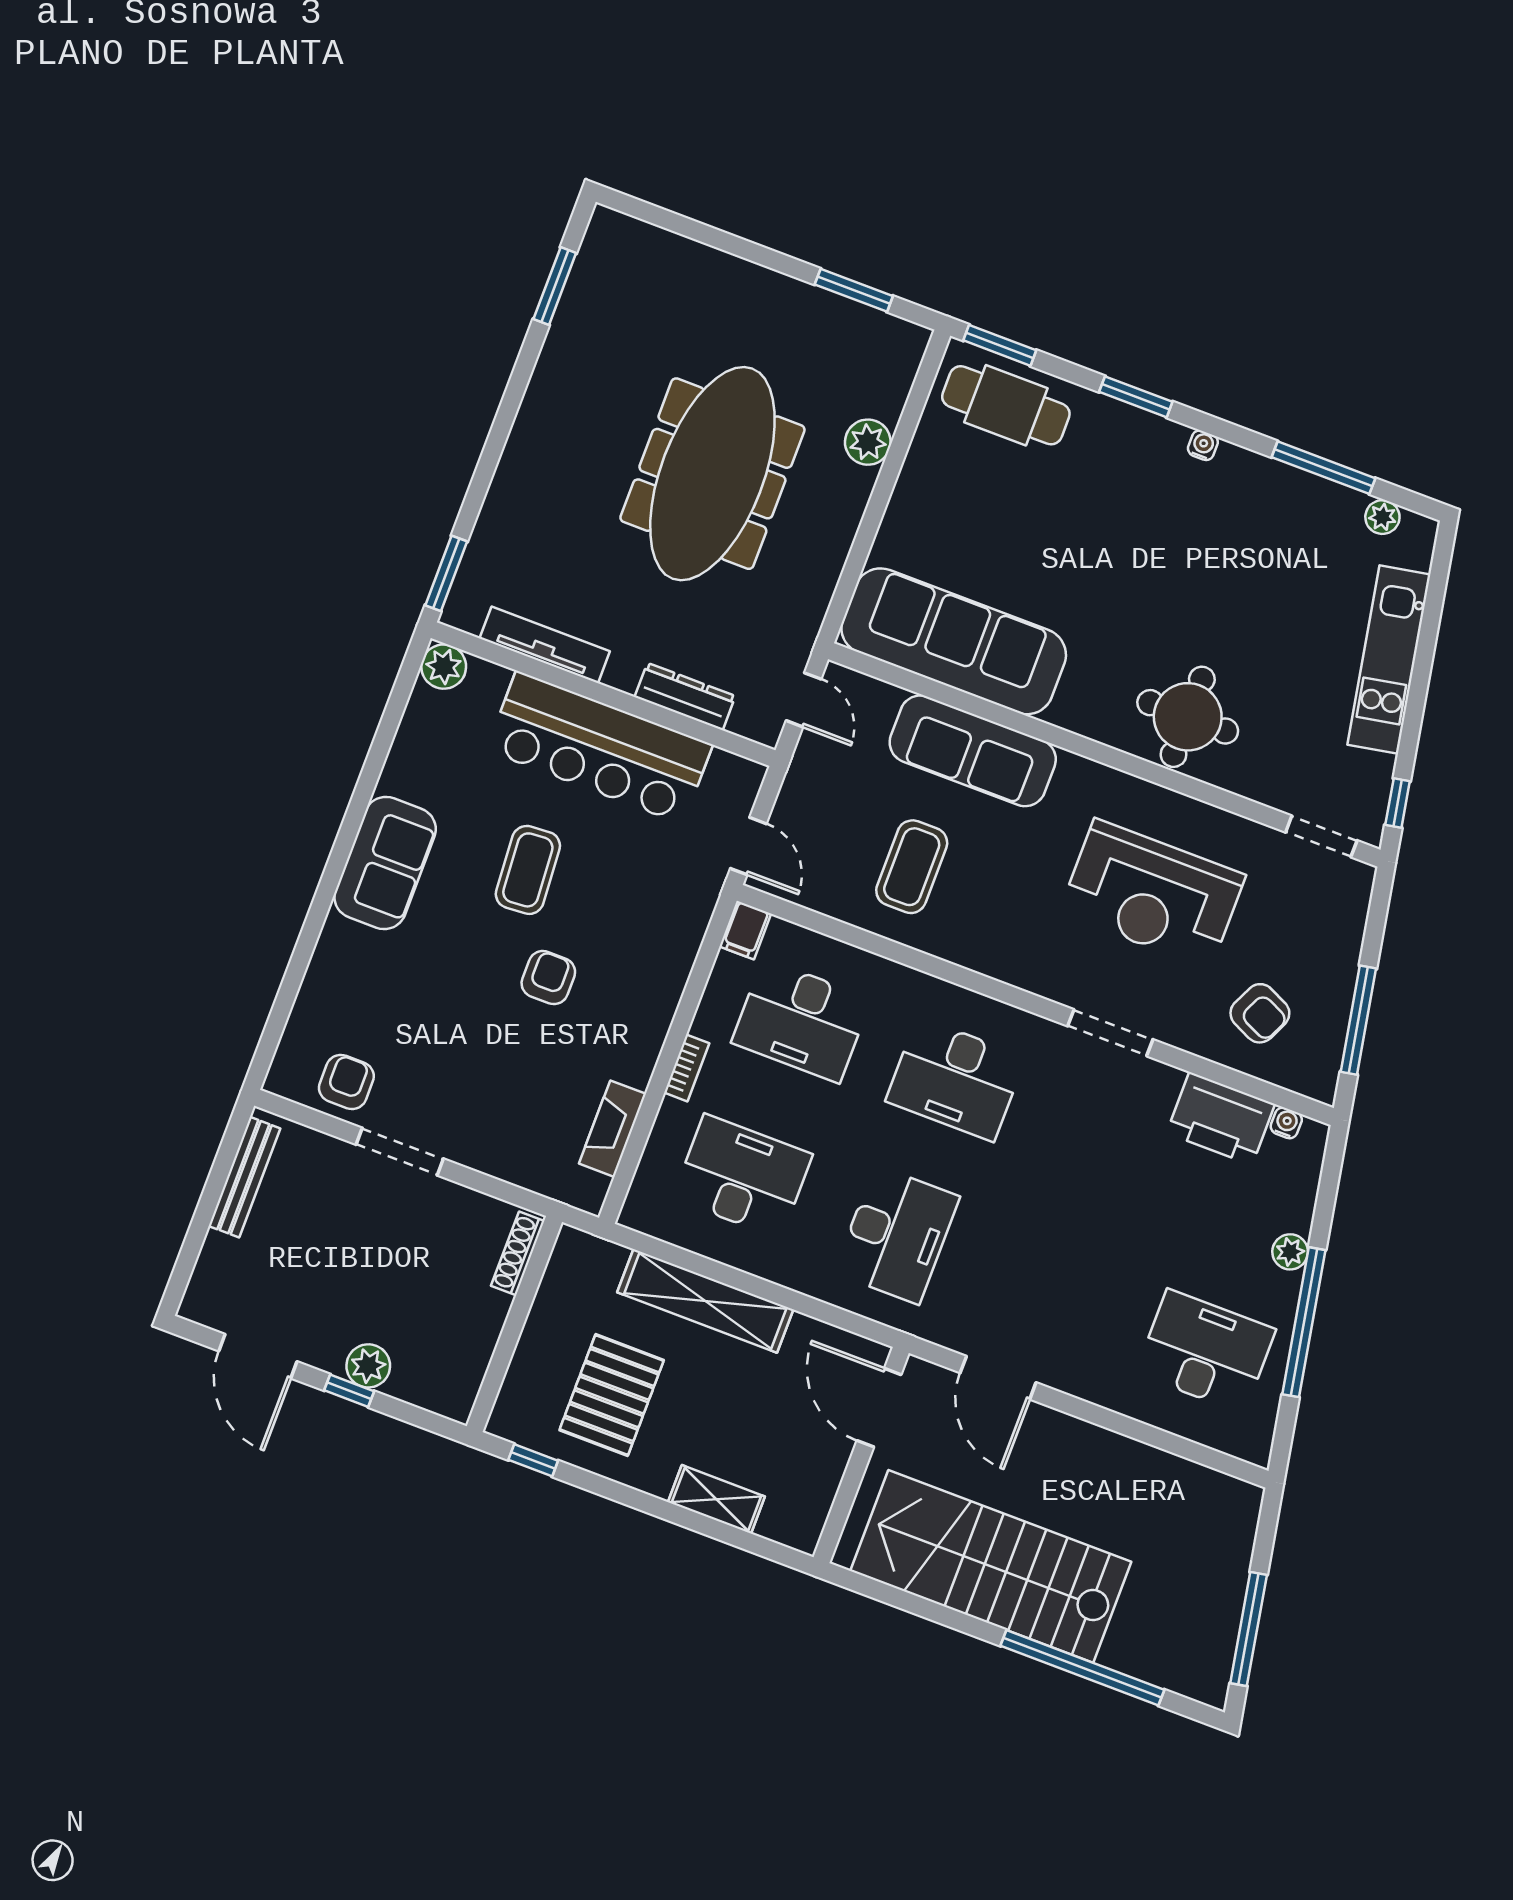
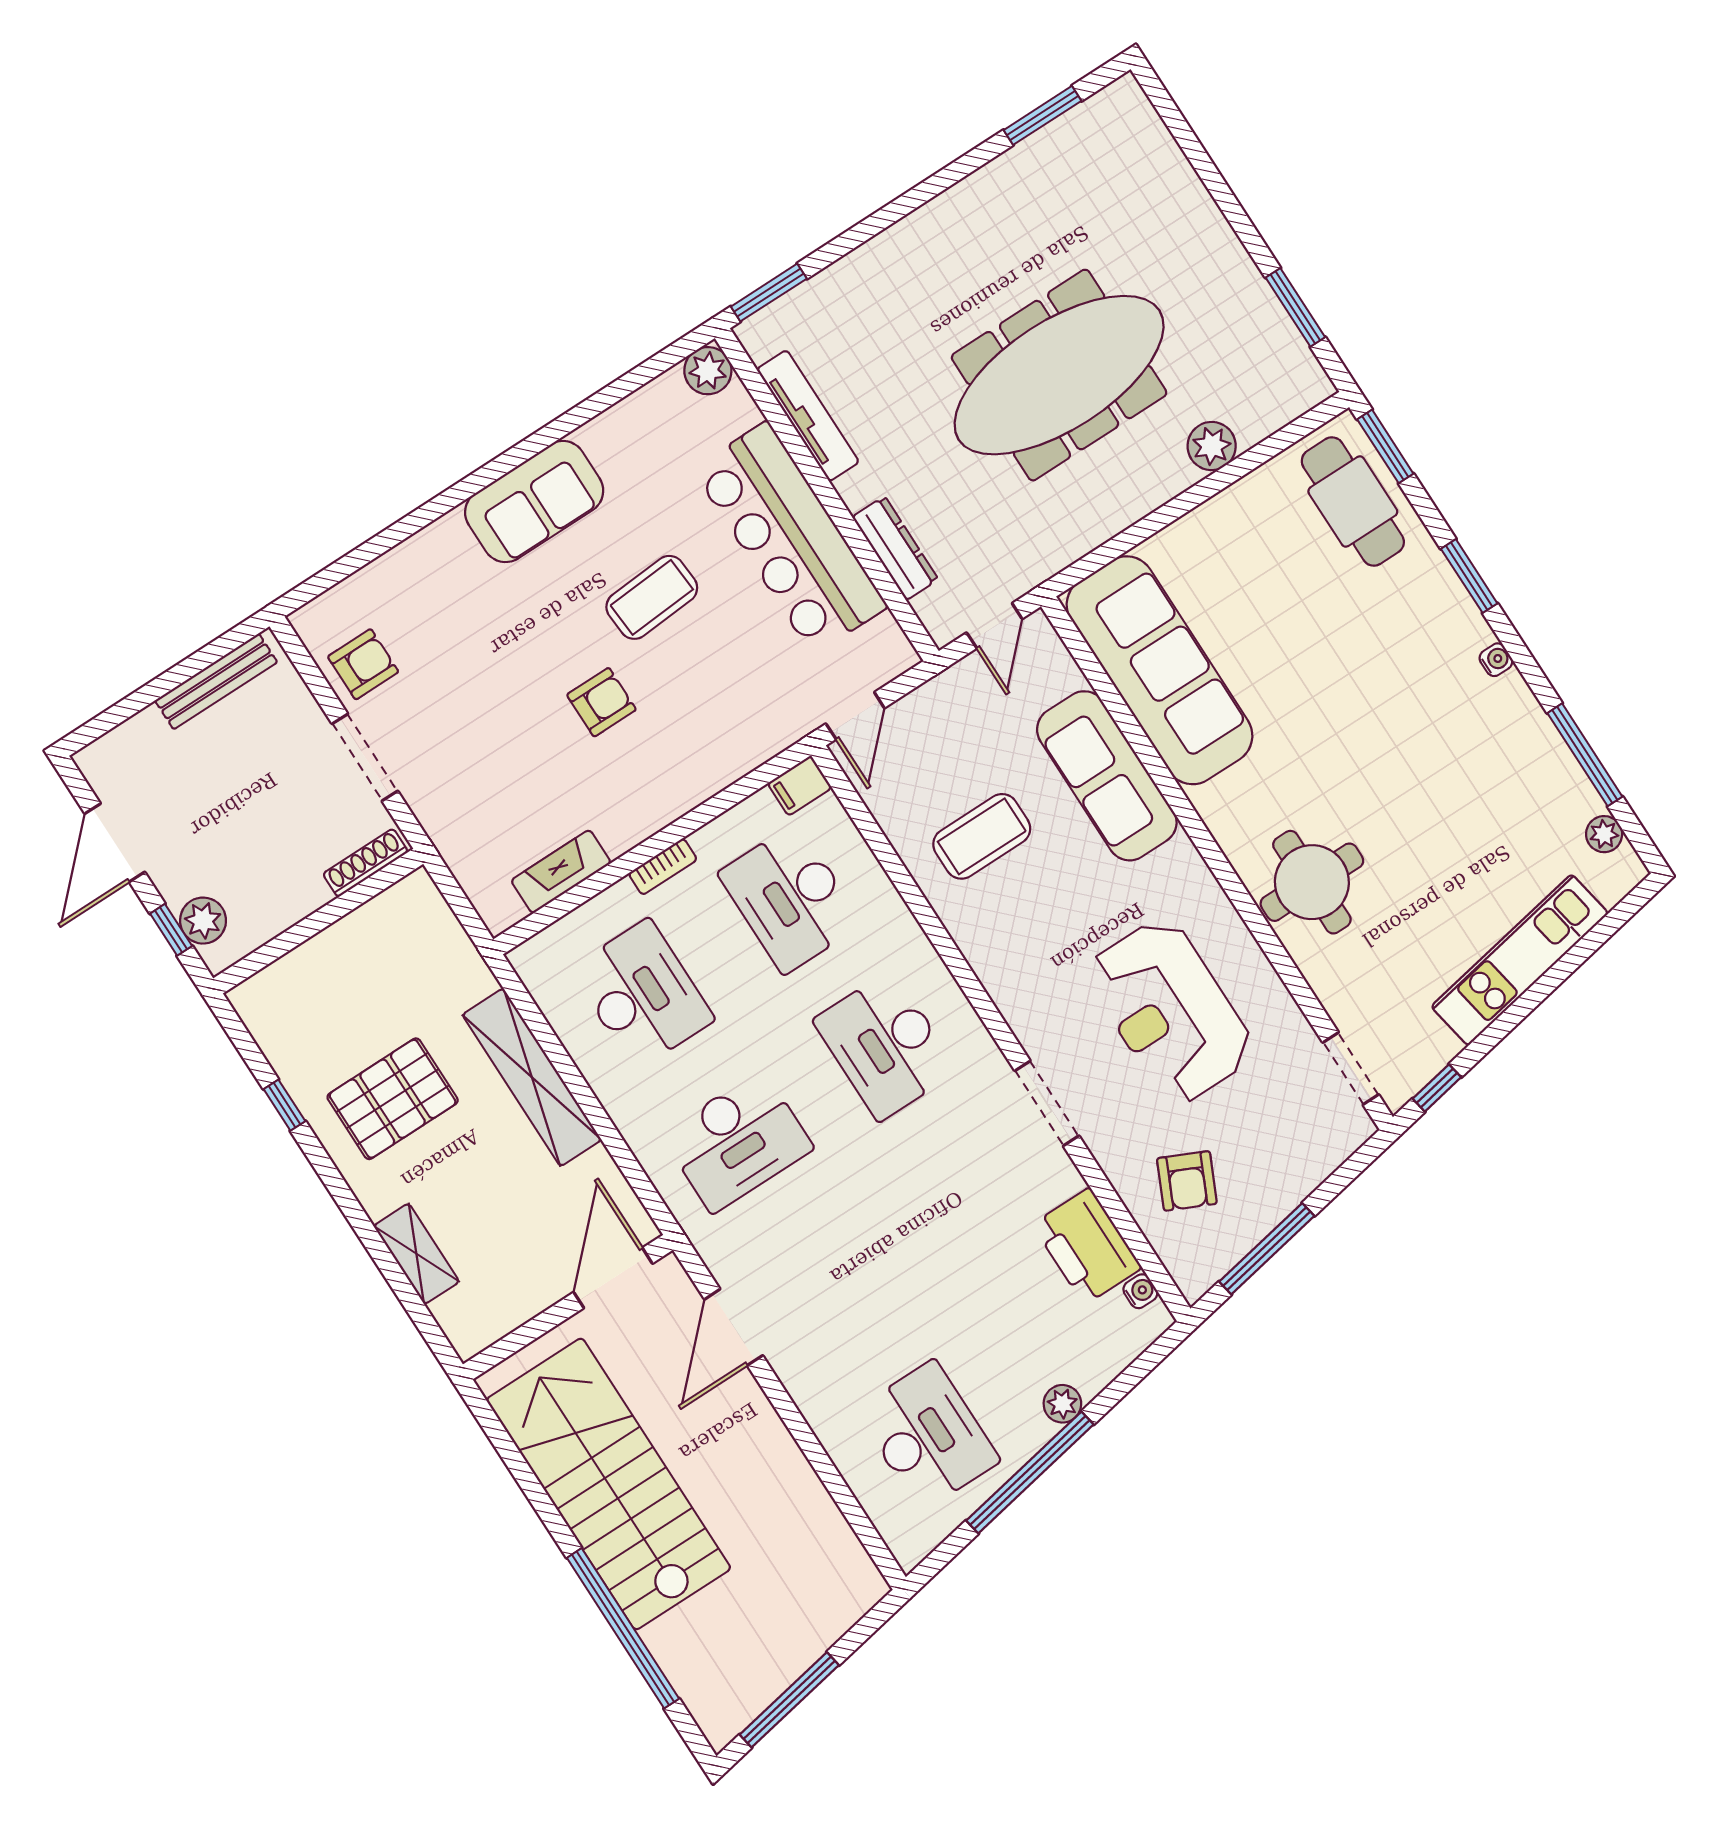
shoe rack: (518, 1253) -> (365, 863), moved
wall: (514, 1324) -> (318, 921), moved

